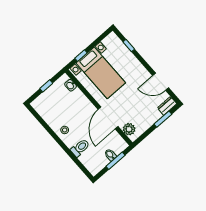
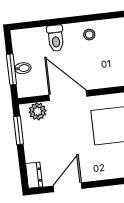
window: (163, 119) -> (19, 130), moved

